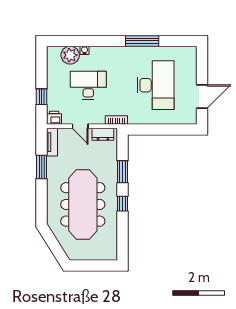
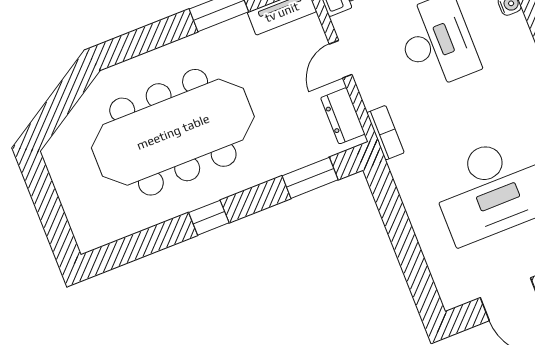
window: (122, 172) -> (310, 178), moved

